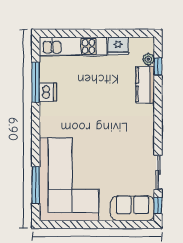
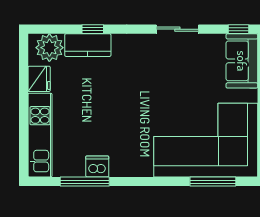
plant: (148, 59) -> (49, 48), width x1.88, depth x1.88
window: (158, 66) -> (93, 29), moved
sliding door: (158, 172) -> (177, 29), moved

